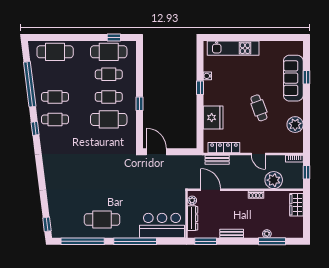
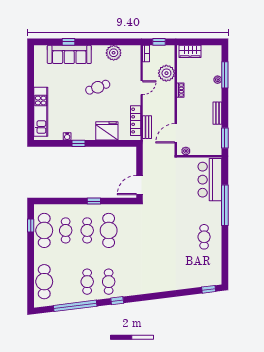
dresser: (193, 218) -> (203, 150), removed
cafe table: (102, 219) -> (204, 237), width x0.73, depth x0.74
window: (83, 241) -> (225, 255), removed

